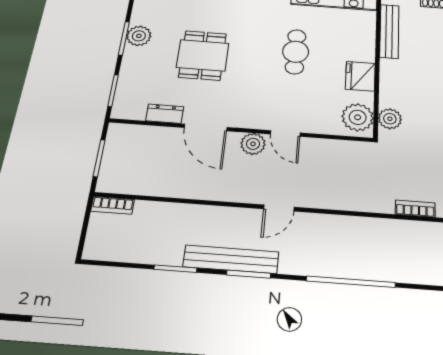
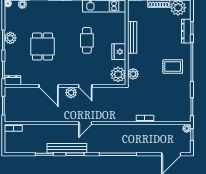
bench: (389, 31) -> (132, 37), moved
dresser: (165, 114) -> (13, 80), moved

